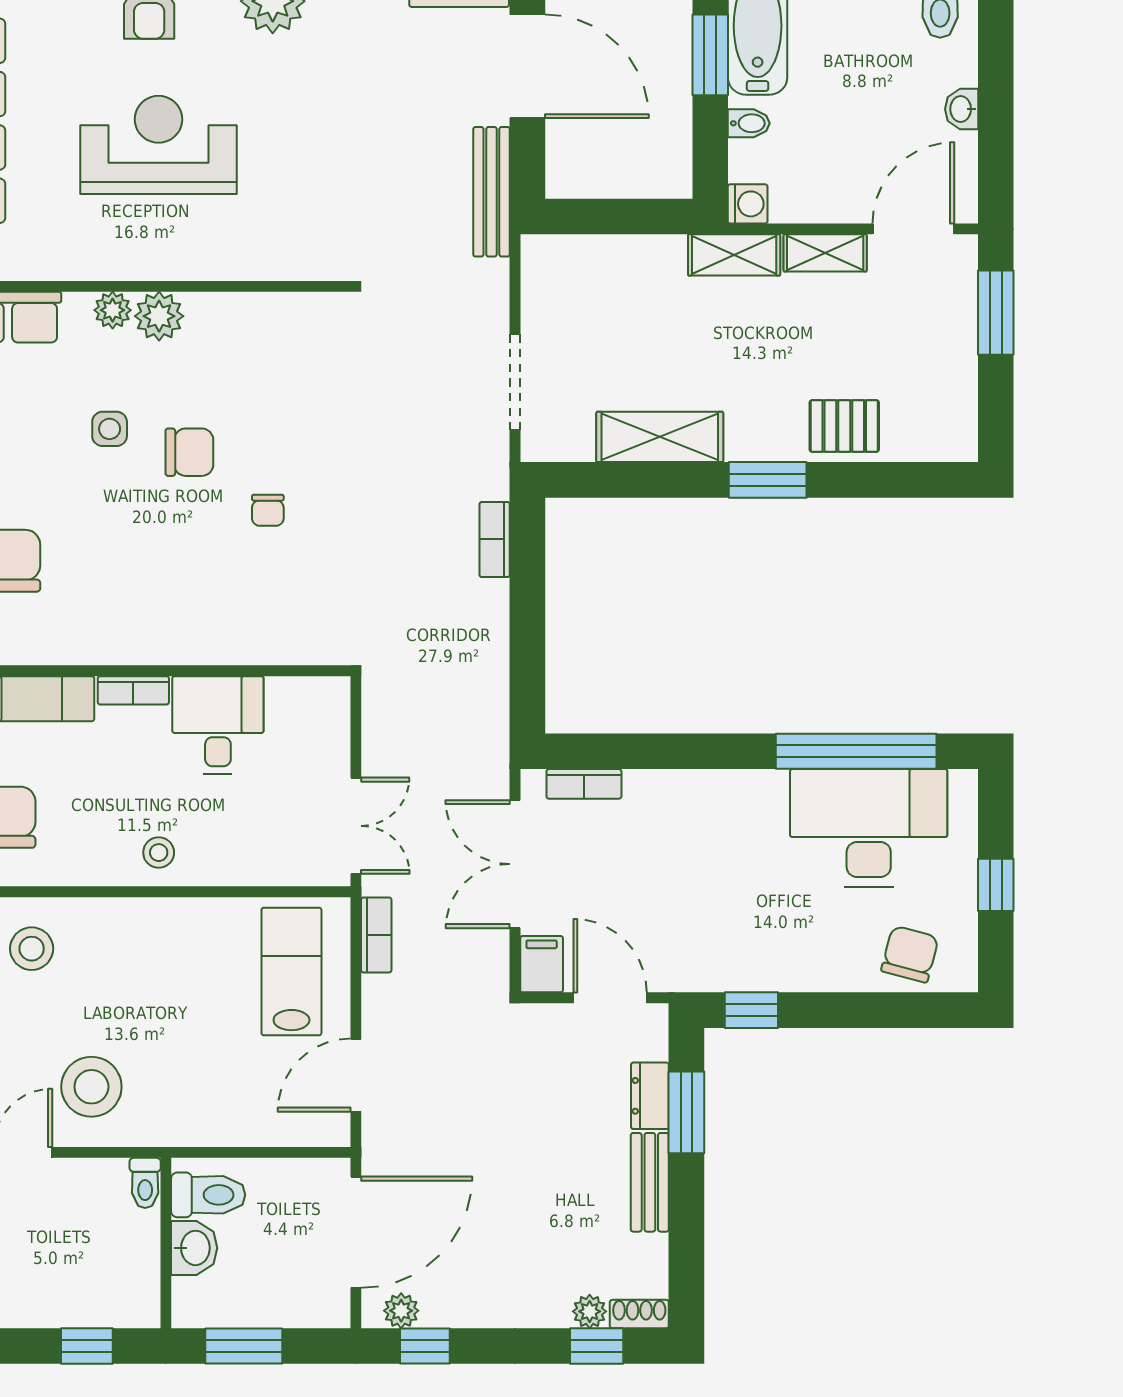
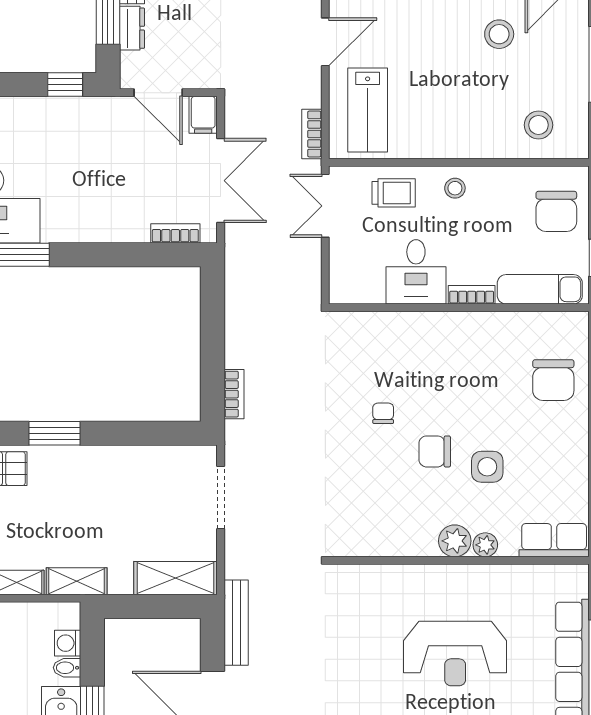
washing machine: (748, 204) -> (68, 643), moved
side table: (110, 429) -> (487, 467), width x1.37, depth x1.37
shelving: (660, 437) -> (176, 578), moved
trolley: (252, 845) -> (394, 193), added
stool: (91, 1087) -> (499, 34), width x0.73, depth x0.73

